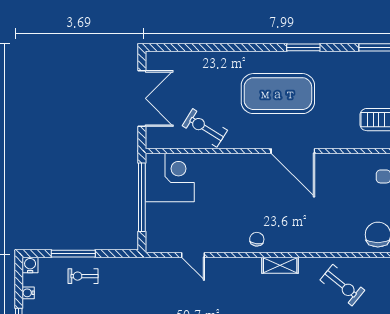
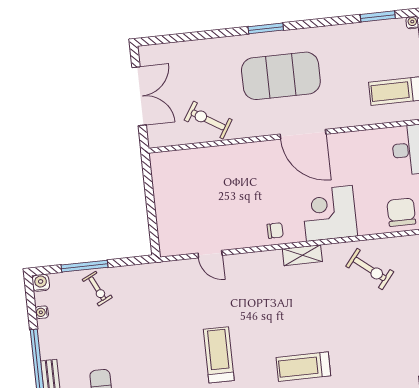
window: (303, 47) -> (266, 28), moved
corner desk: (170, 177) -> (329, 213), moved, turned -90
window: (142, 197) -> (150, 200), removed
chair: (257, 239) -> (275, 231), turned 80
exercise bike: (83, 276) -> (97, 289), turned -116

